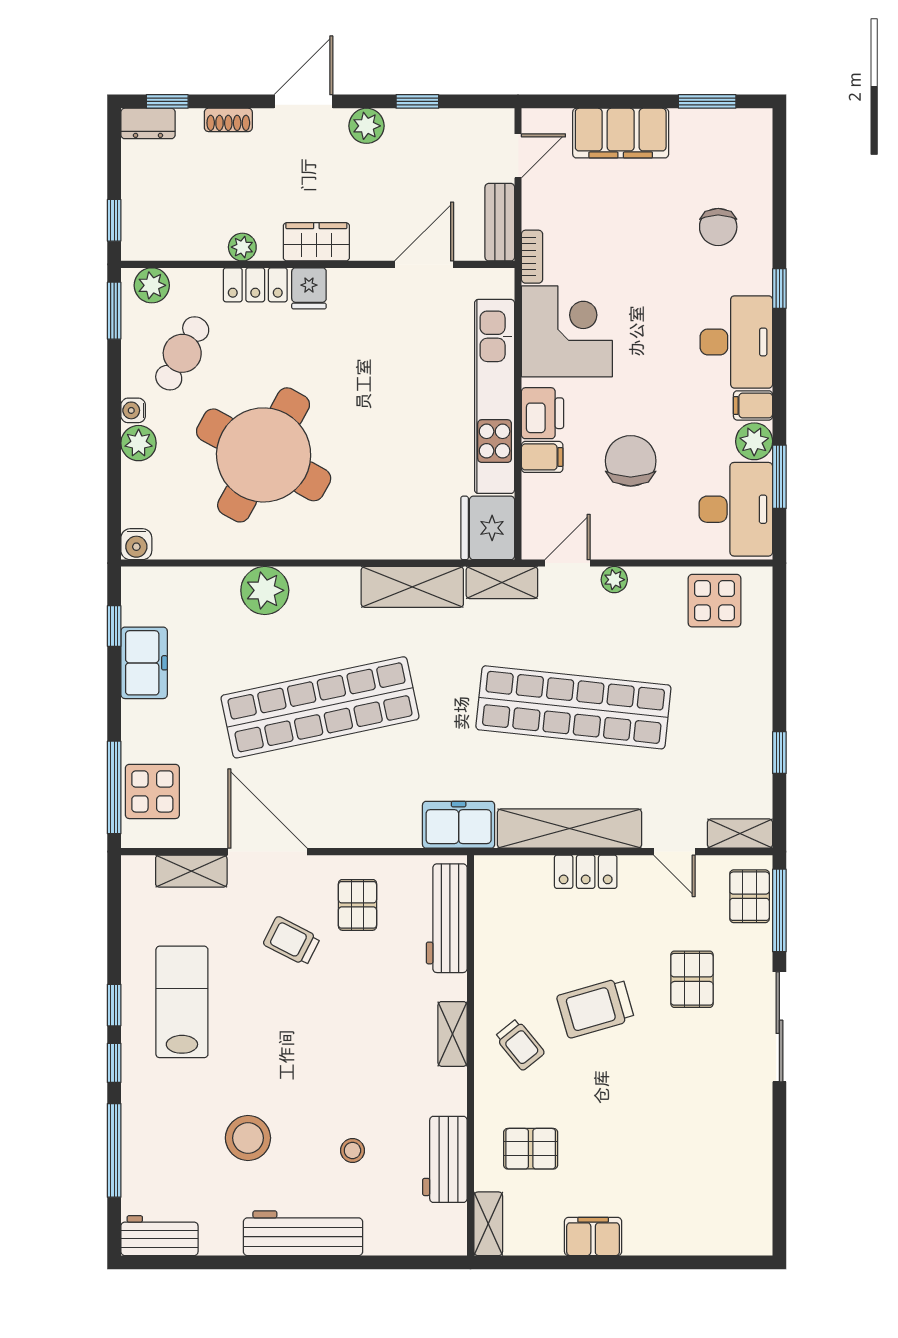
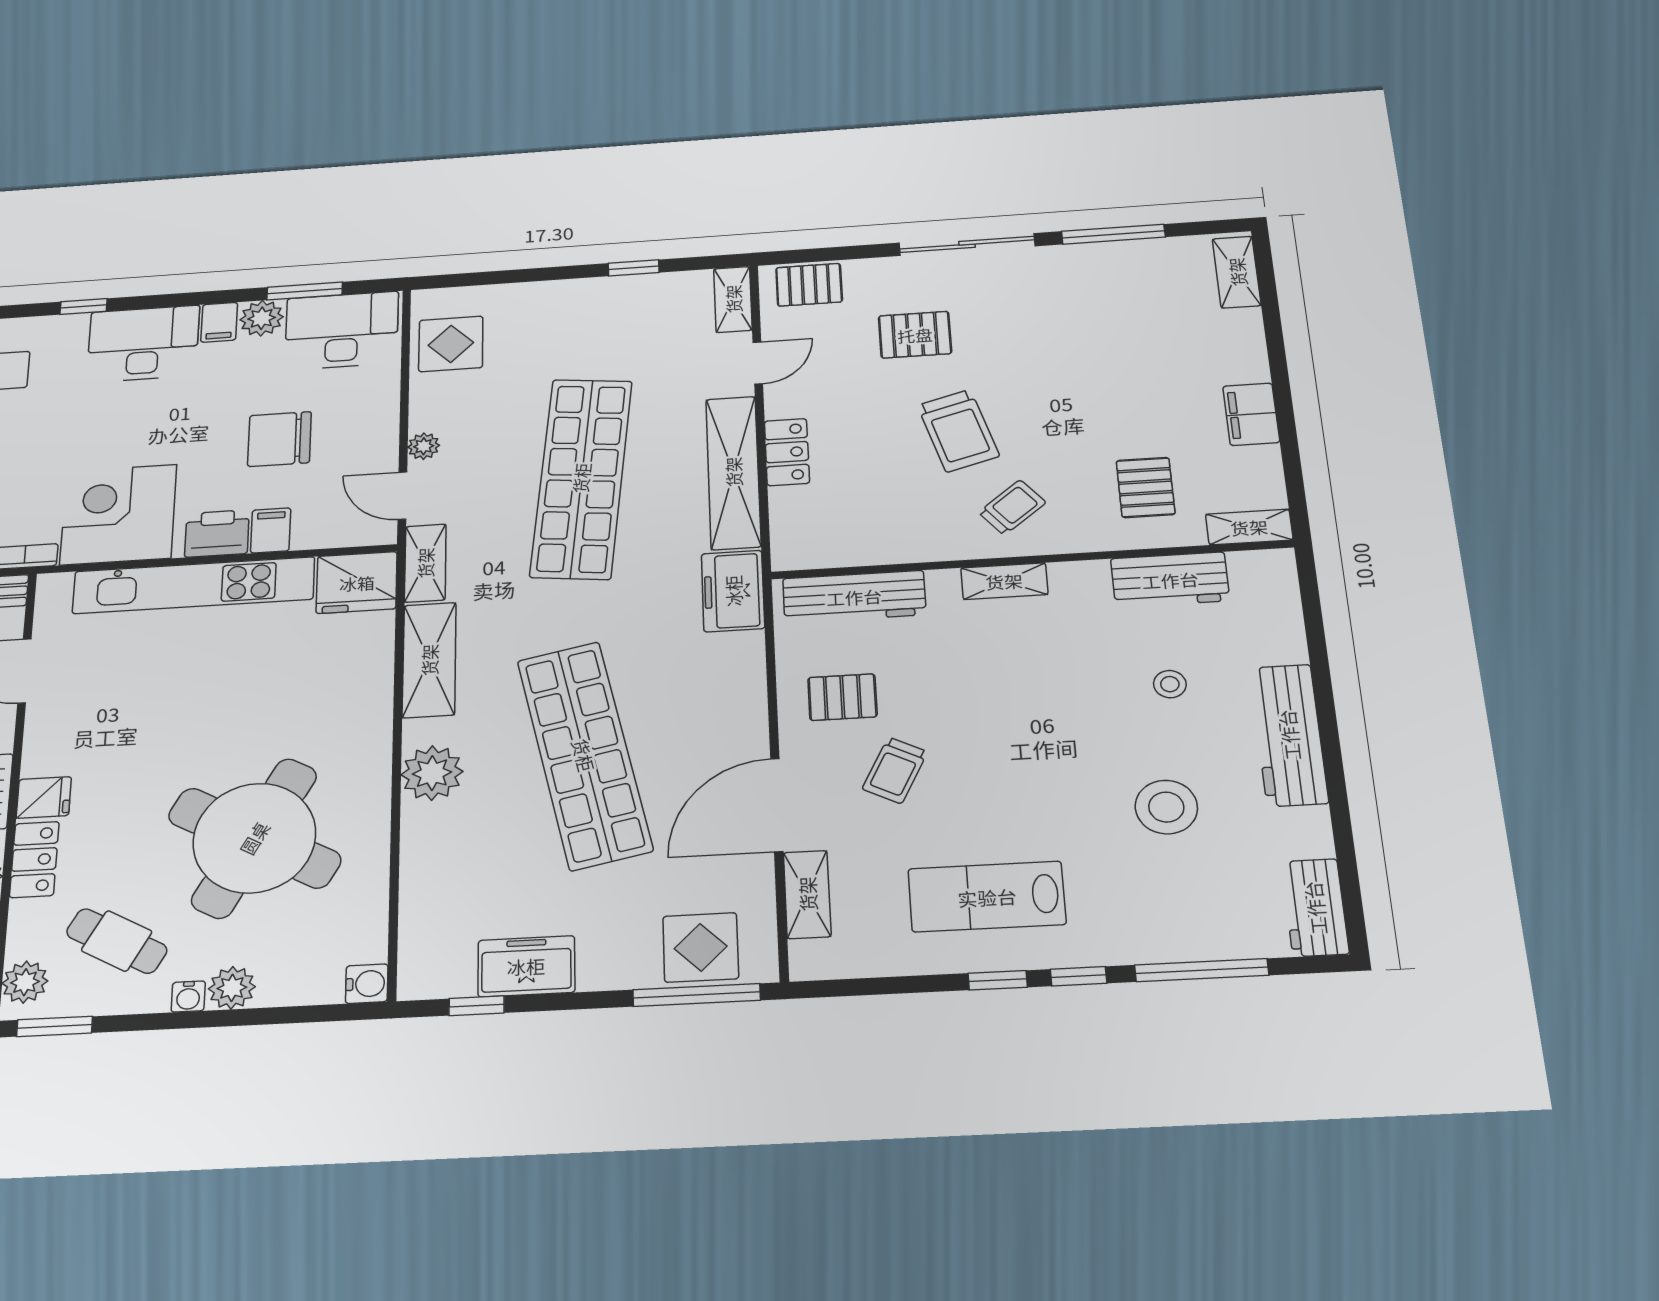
plant: (265, 590) -> (432, 773), moved
window: (779, 910) -> (1113, 234), moved
shelving: (732, 1240) -> (1237, 272), added

